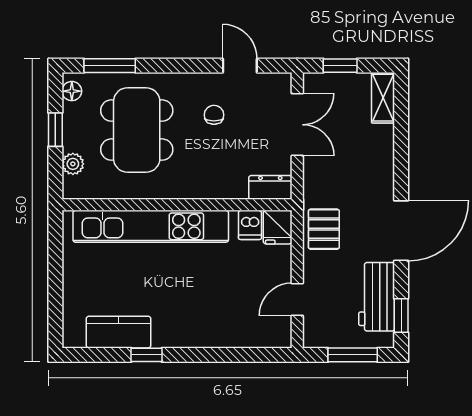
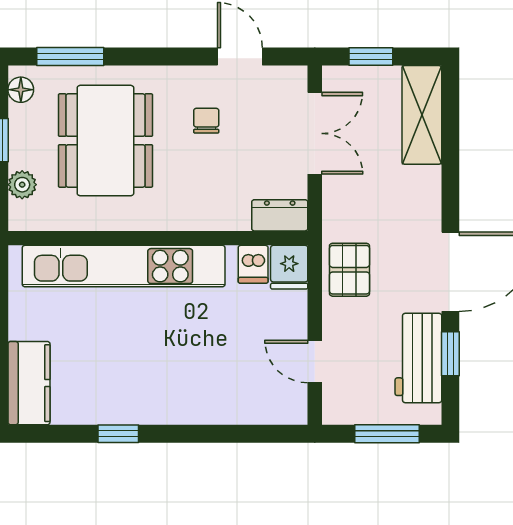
shelving: (383, 98) -> (422, 115), width x1.50, depth x1.33
door: (297, 299) -> (315, 361), hinge flipped
window: (401, 315) -> (450, 354), moved
kitchen counter: (119, 332) -> (29, 383), moved, turned 90

